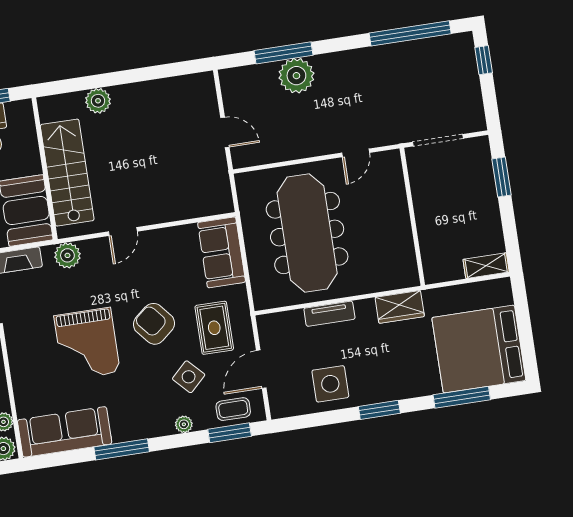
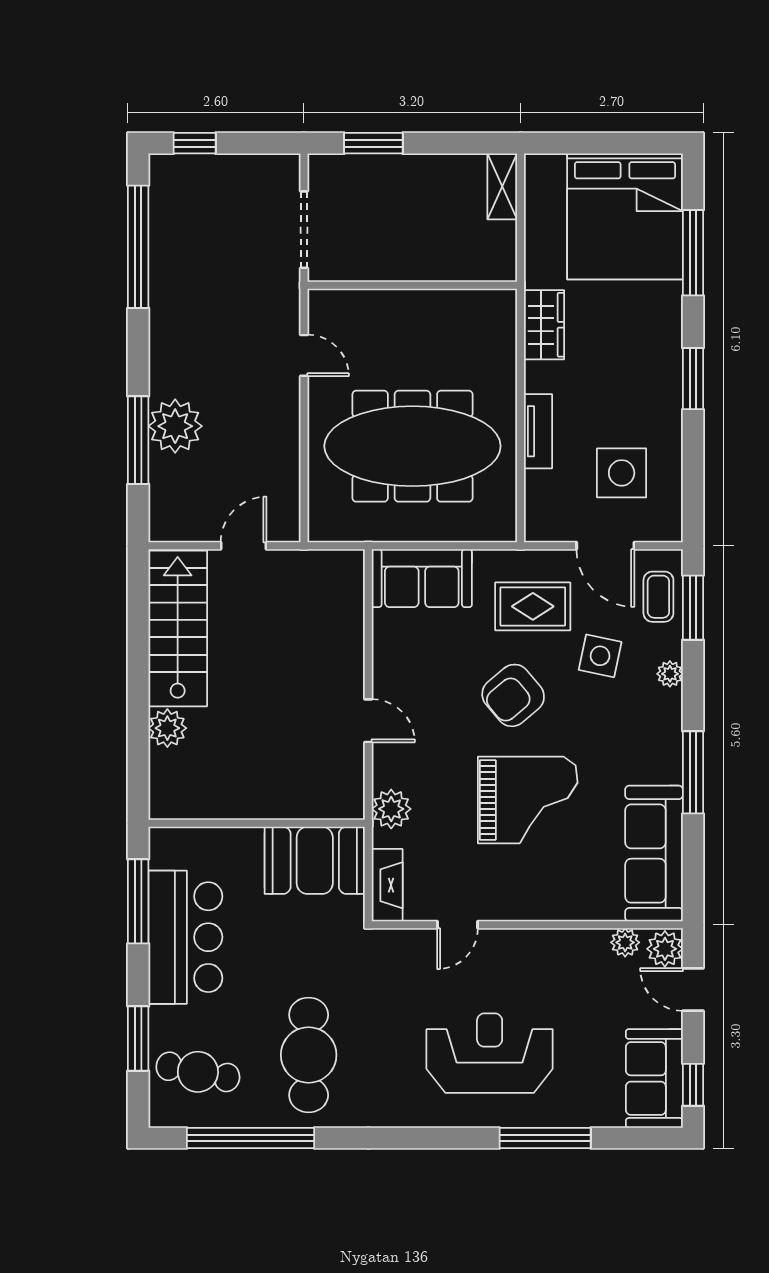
stairs: (67, 173) -> (178, 628), moved, turned 90
side table: (189, 377) -> (600, 656), turned -34
side table: (330, 384) -> (622, 473), moved

